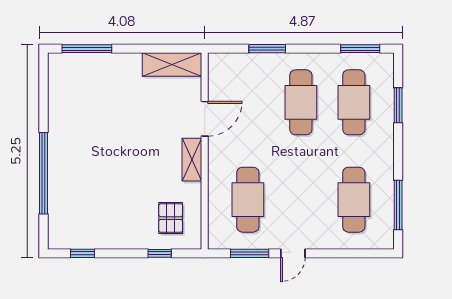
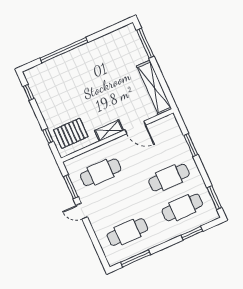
shelving: (172, 65) -> (154, 87), width x1.47
pallet: (171, 218) -> (71, 133), width x1.50, depth x1.42

